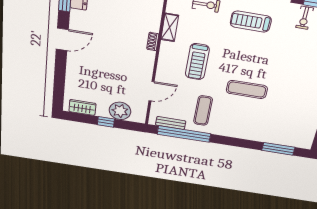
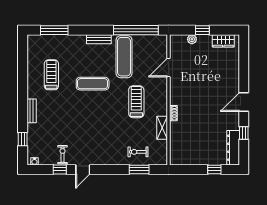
treadmill: (251, 22) -> (51, 75), moved, turned -90
plant: (120, 111) -> (192, 39), width x0.53, depth x0.53
exercise mat: (203, 111) -> (124, 57), width x1.36, depth x1.45
bench: (171, 123) -> (99, 39), moved

